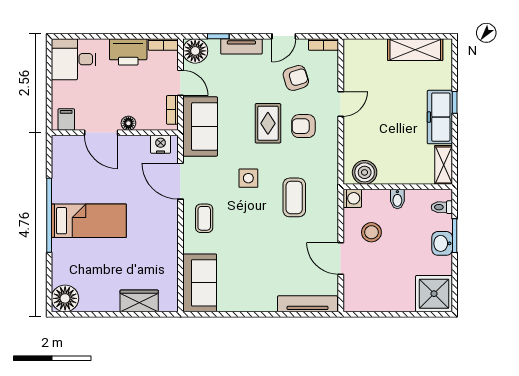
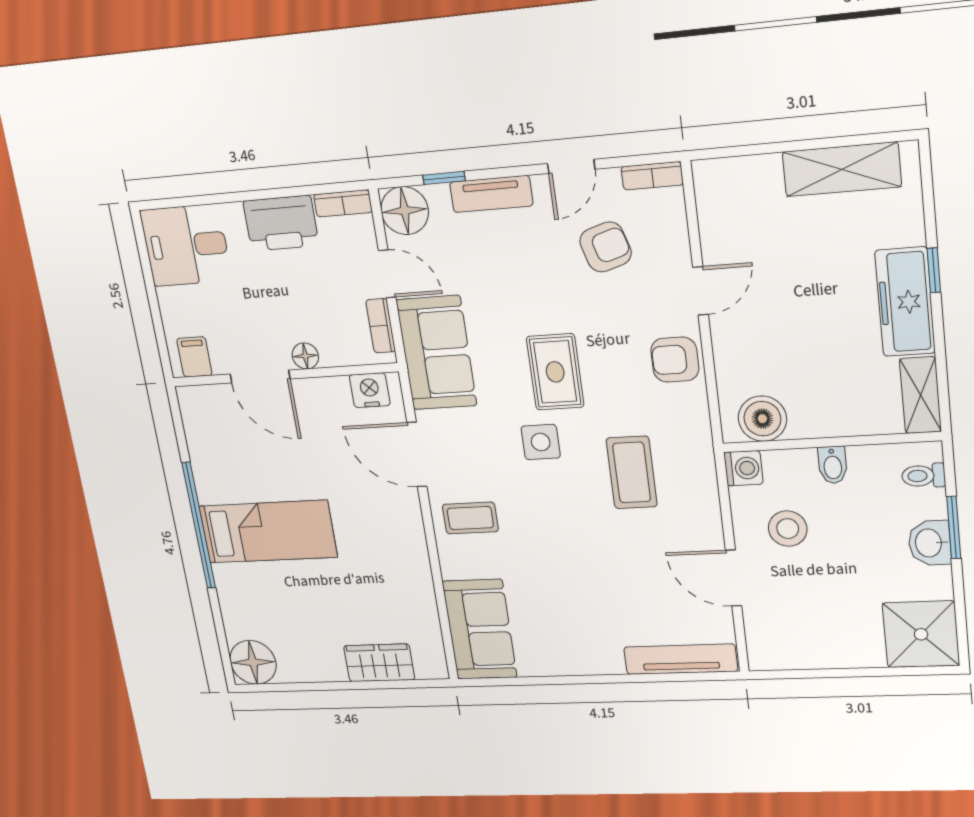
rug: (268, 123) -> (555, 372), moved
armchair: (303, 126) -> (675, 360), moved
coffee table: (204, 218) -> (470, 518), turned 90

